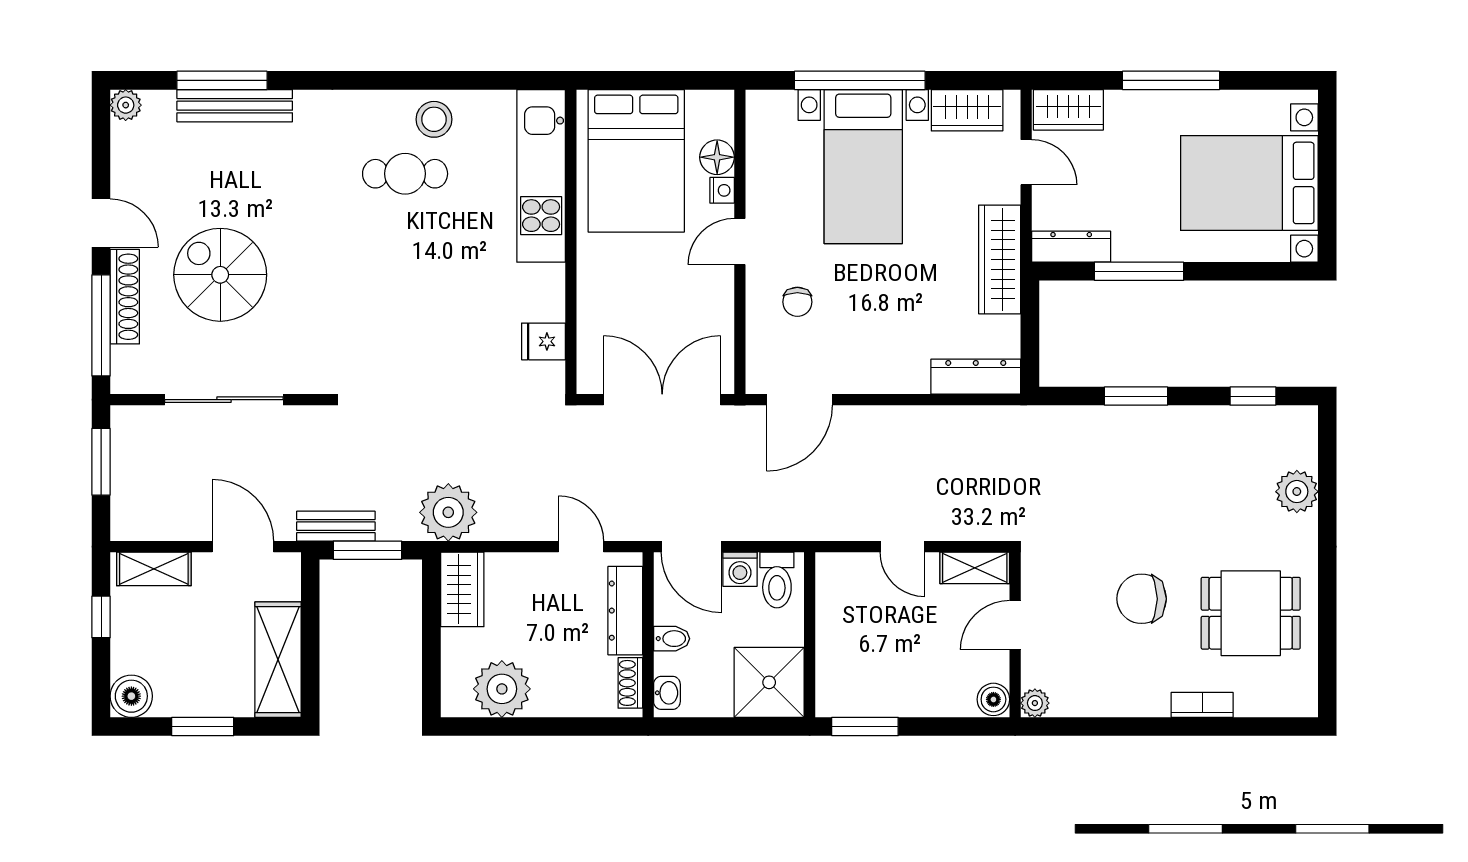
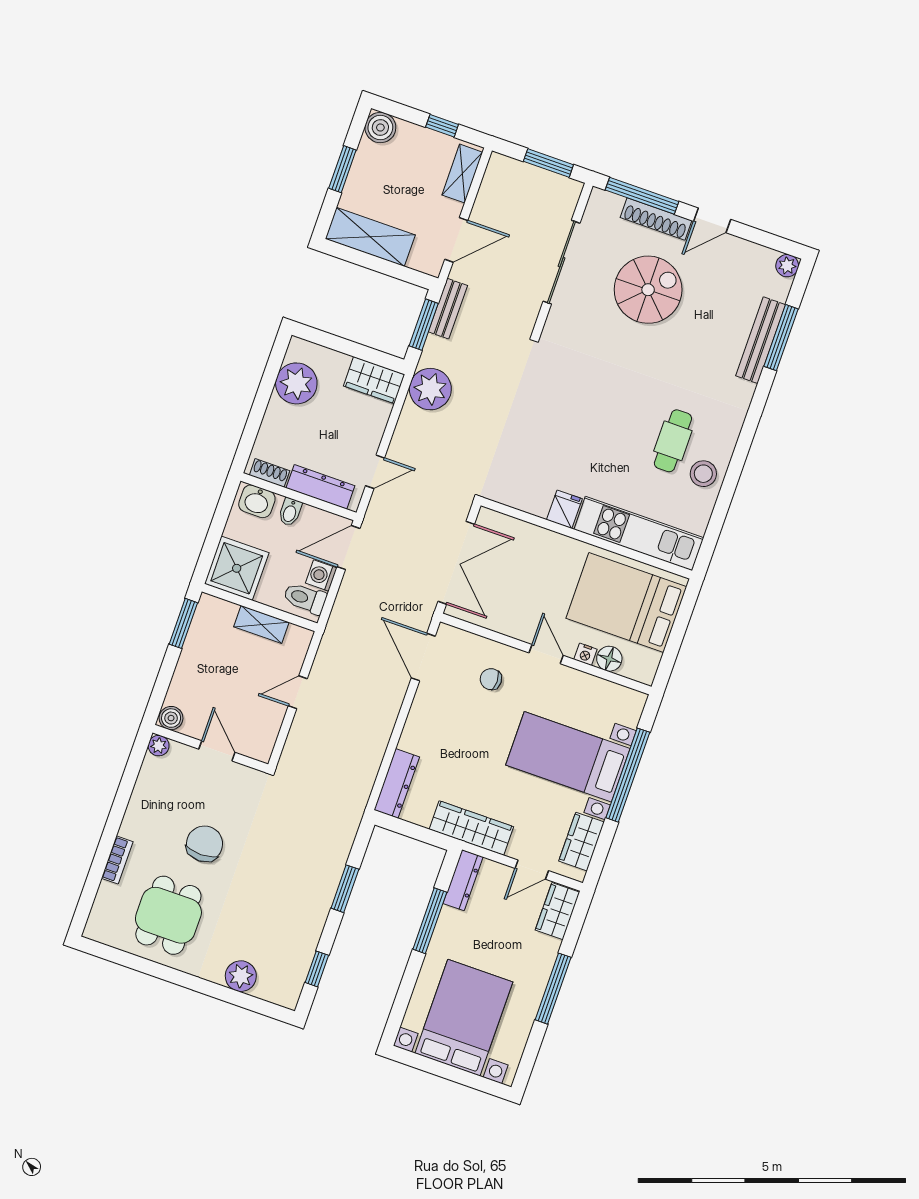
fridge: (543, 341) -> (564, 509), moved
shelving: (975, 568) -> (261, 624), moved, turned 90
washbasin: (667, 693) -> (257, 501), width x1.38, depth x1.45

